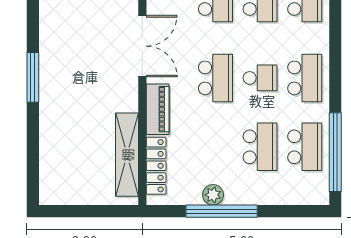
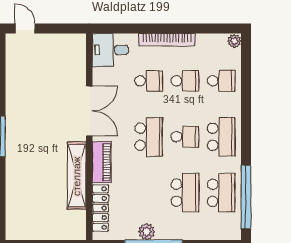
shelving: (127, 155) -> (77, 176), moved

